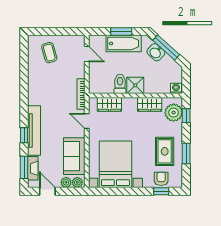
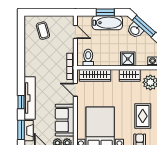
toilet: (120, 84) -> (88, 58), moved
shower: (135, 85) -> (128, 59), moved
wardrobe: (109, 104) -> (95, 75), width x1.50

